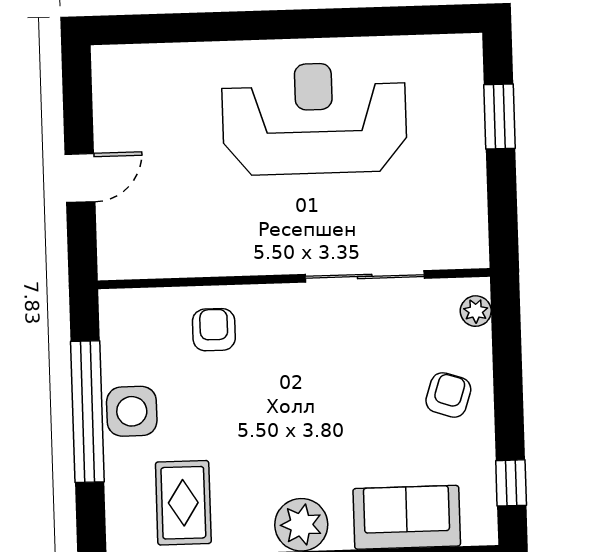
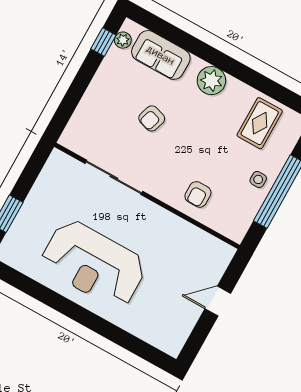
plant: (476, 311) -> (123, 40), moved
armchair: (448, 395) -> (152, 118), moved
side table: (132, 411) -> (258, 179), width x0.54, depth x0.54

